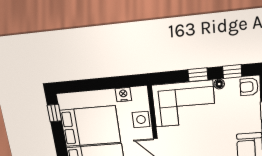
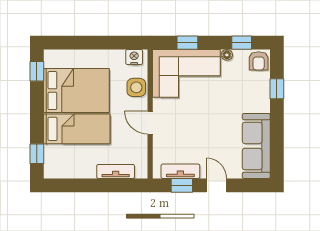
window: (198, 75) -> (187, 43), moved
armchair: (249, 87) -> (259, 61), turned -90
nightstand: (123, 95) -> (134, 57), moved

